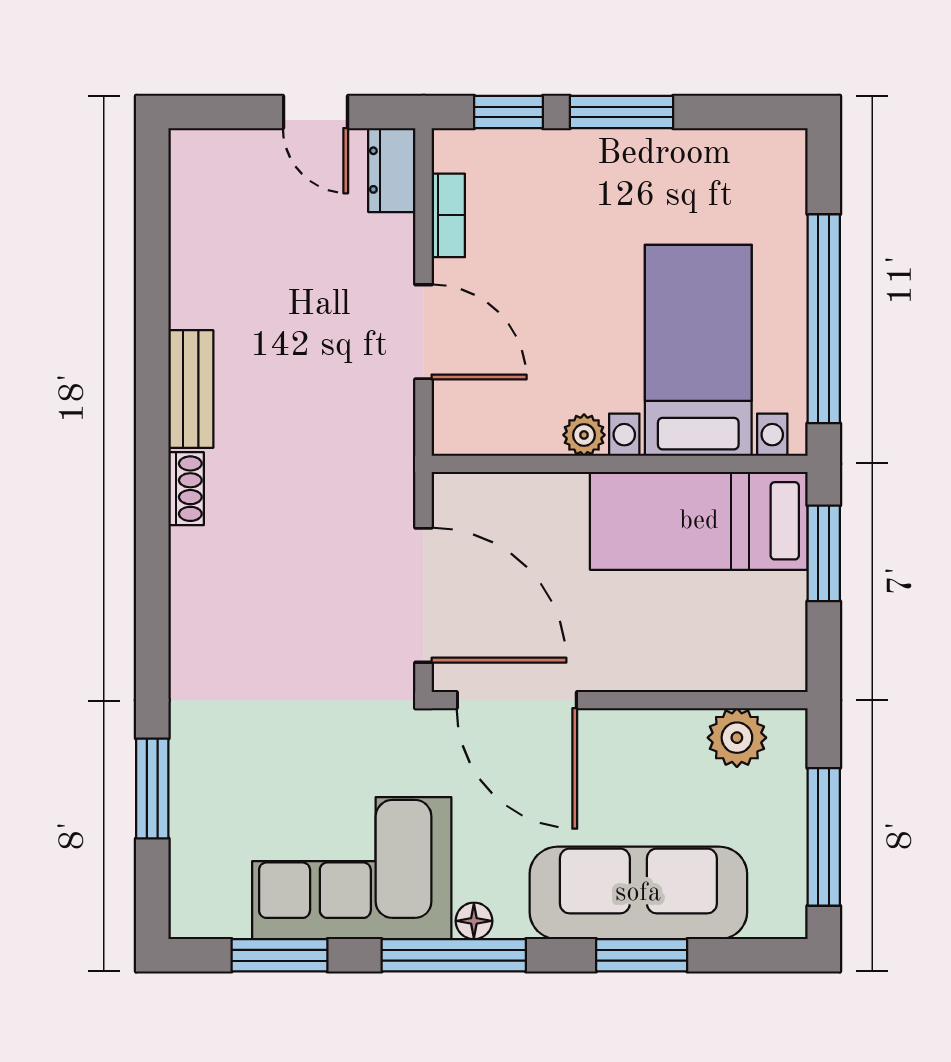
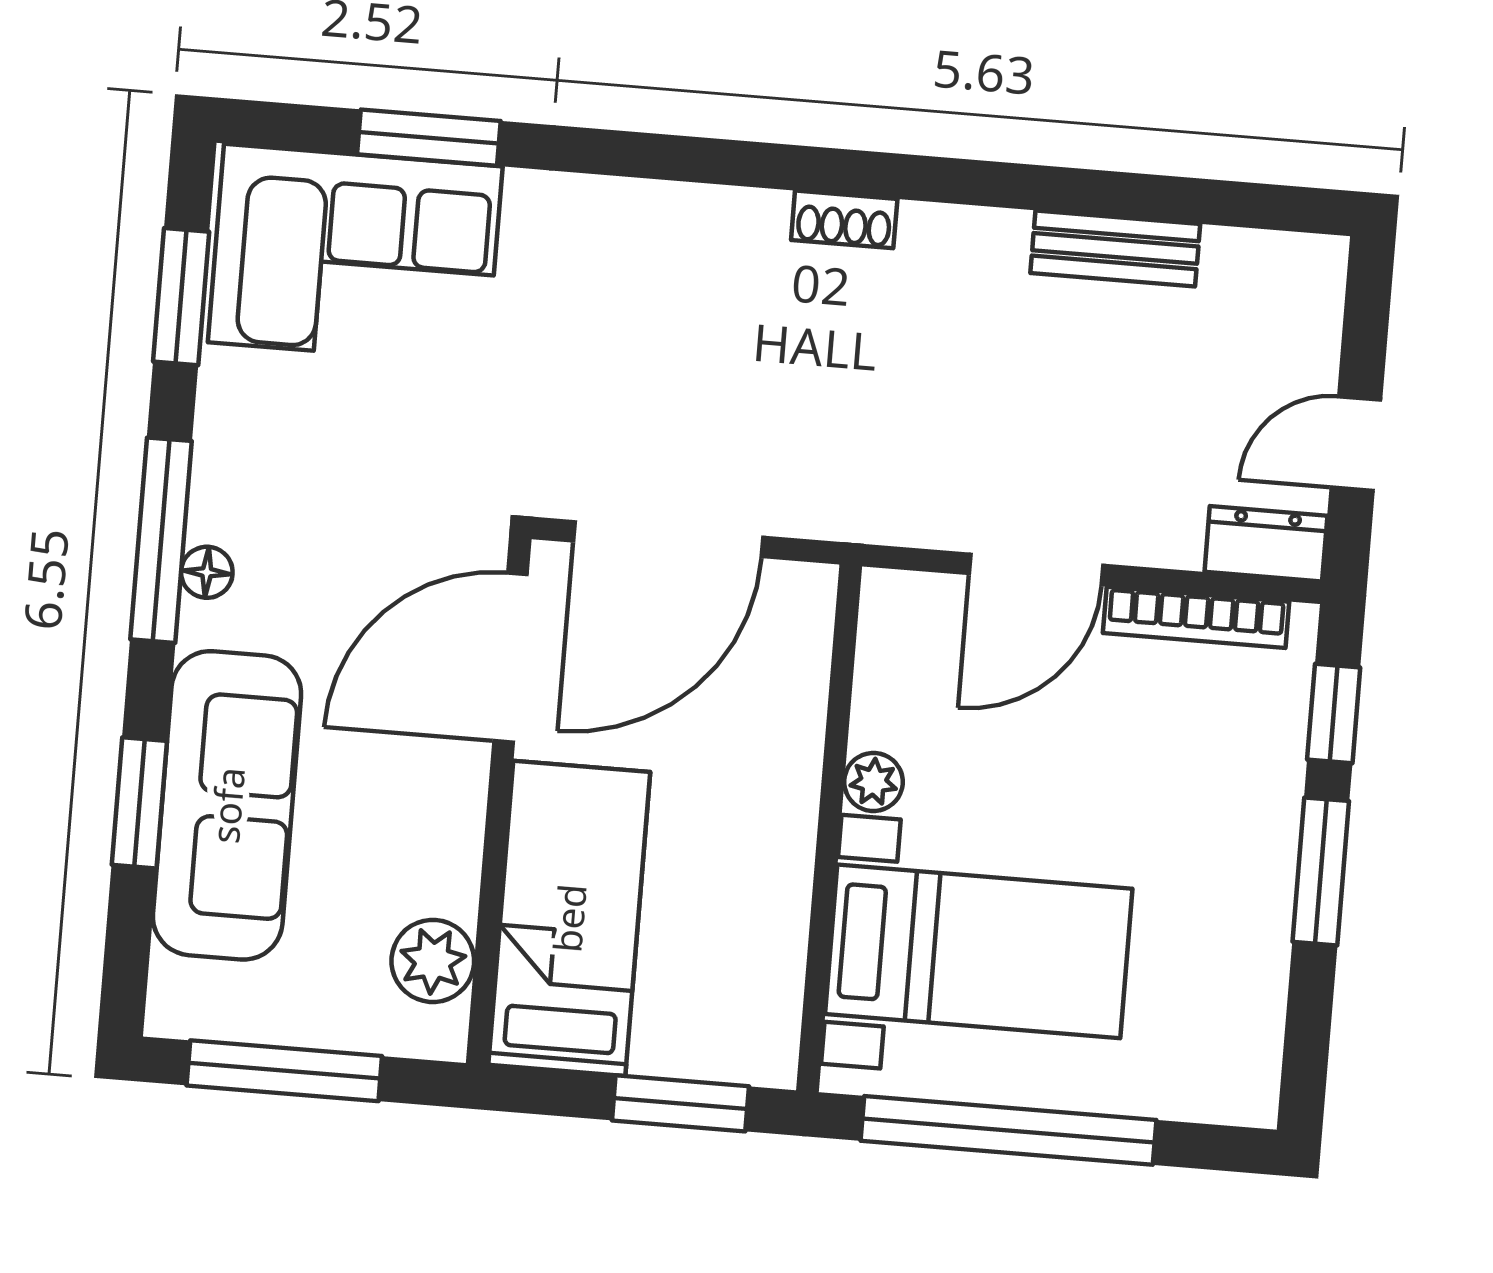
bookcase: (448, 215) -> (1196, 617), width x1.56
bench: (191, 389) -> (1115, 248), moved
bed: (699, 521) -> (569, 918), moved
corner sofa: (352, 868) -> (355, 254), moved, turned 90

